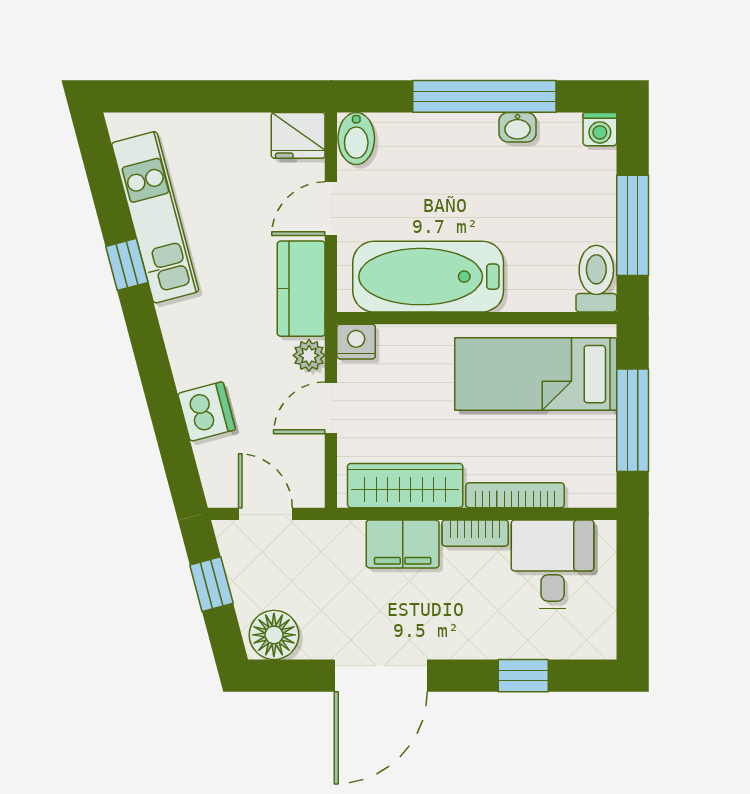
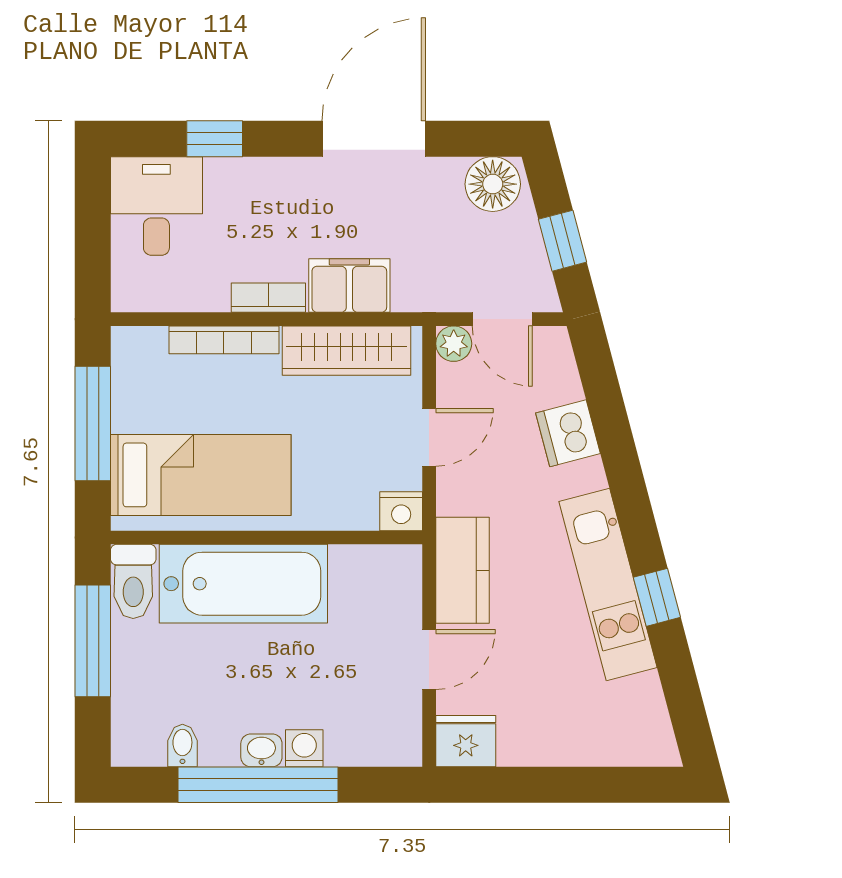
washbasin: (518, 127) -> (261, 750), moved
washing machine: (600, 129) -> (304, 748), moved
bidet: (356, 138) -> (182, 745), moved, width x0.72, depth x0.74
kitchen unit: (155, 217) -> (608, 584), moved
bathtub: (428, 277) -> (243, 584), moved
plant: (309, 355) -> (454, 344), moved
desk: (553, 564) -> (156, 206), moved, turned 180

